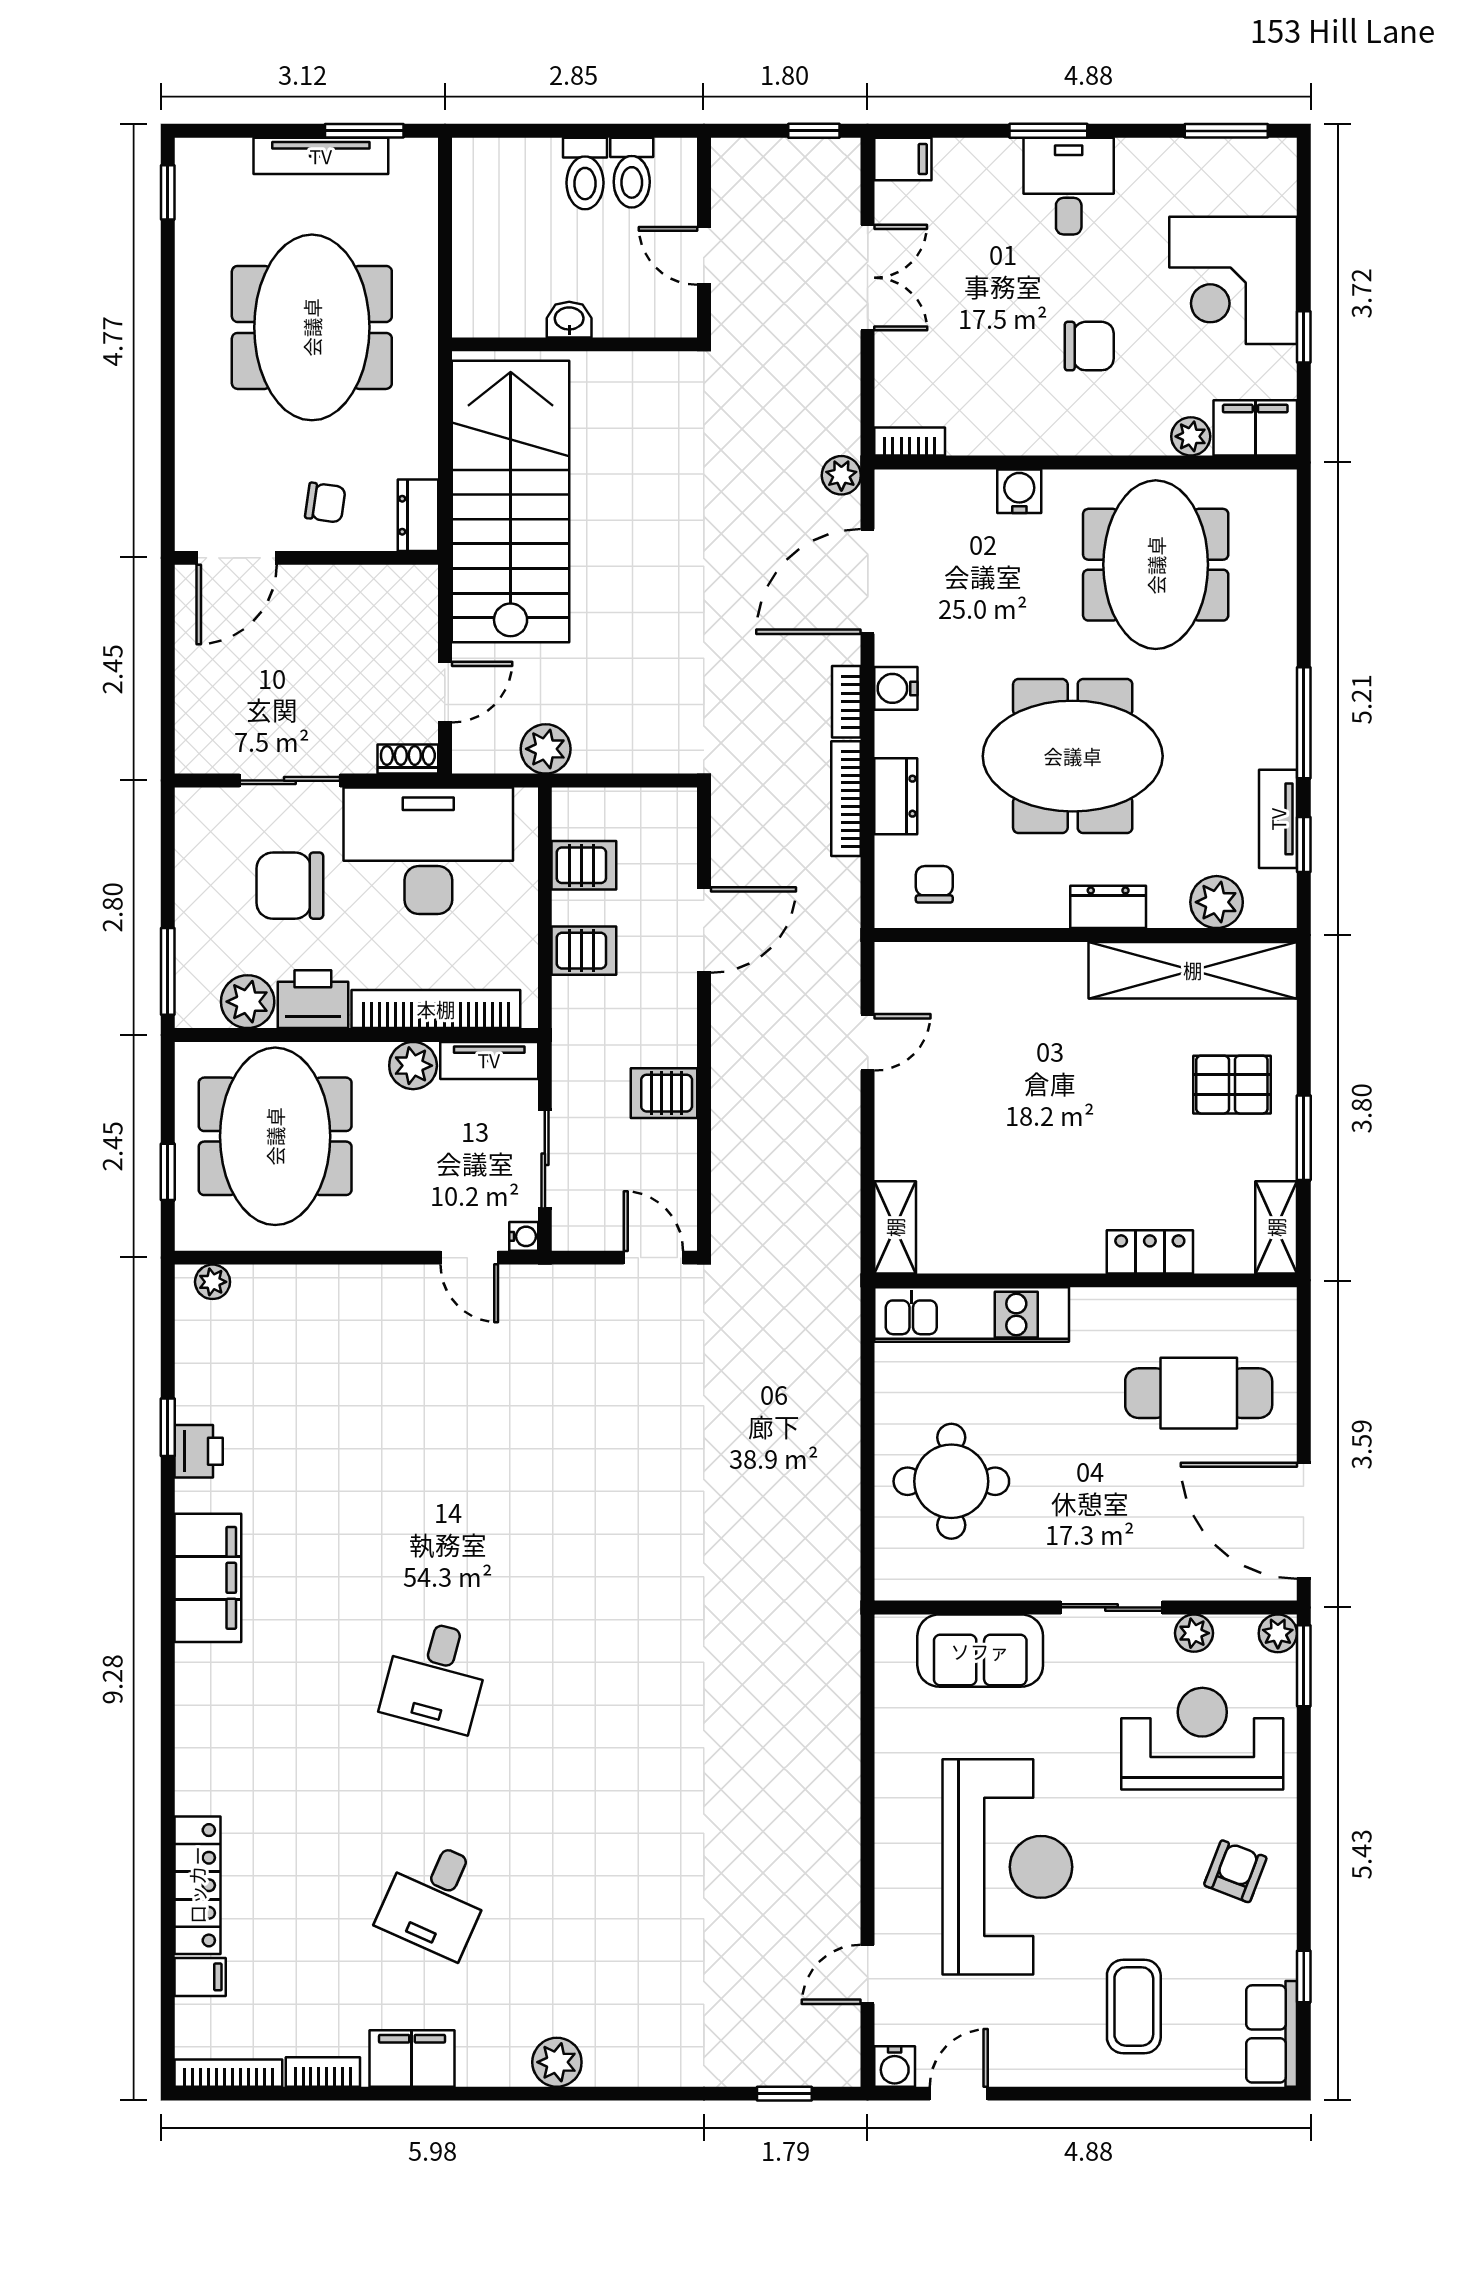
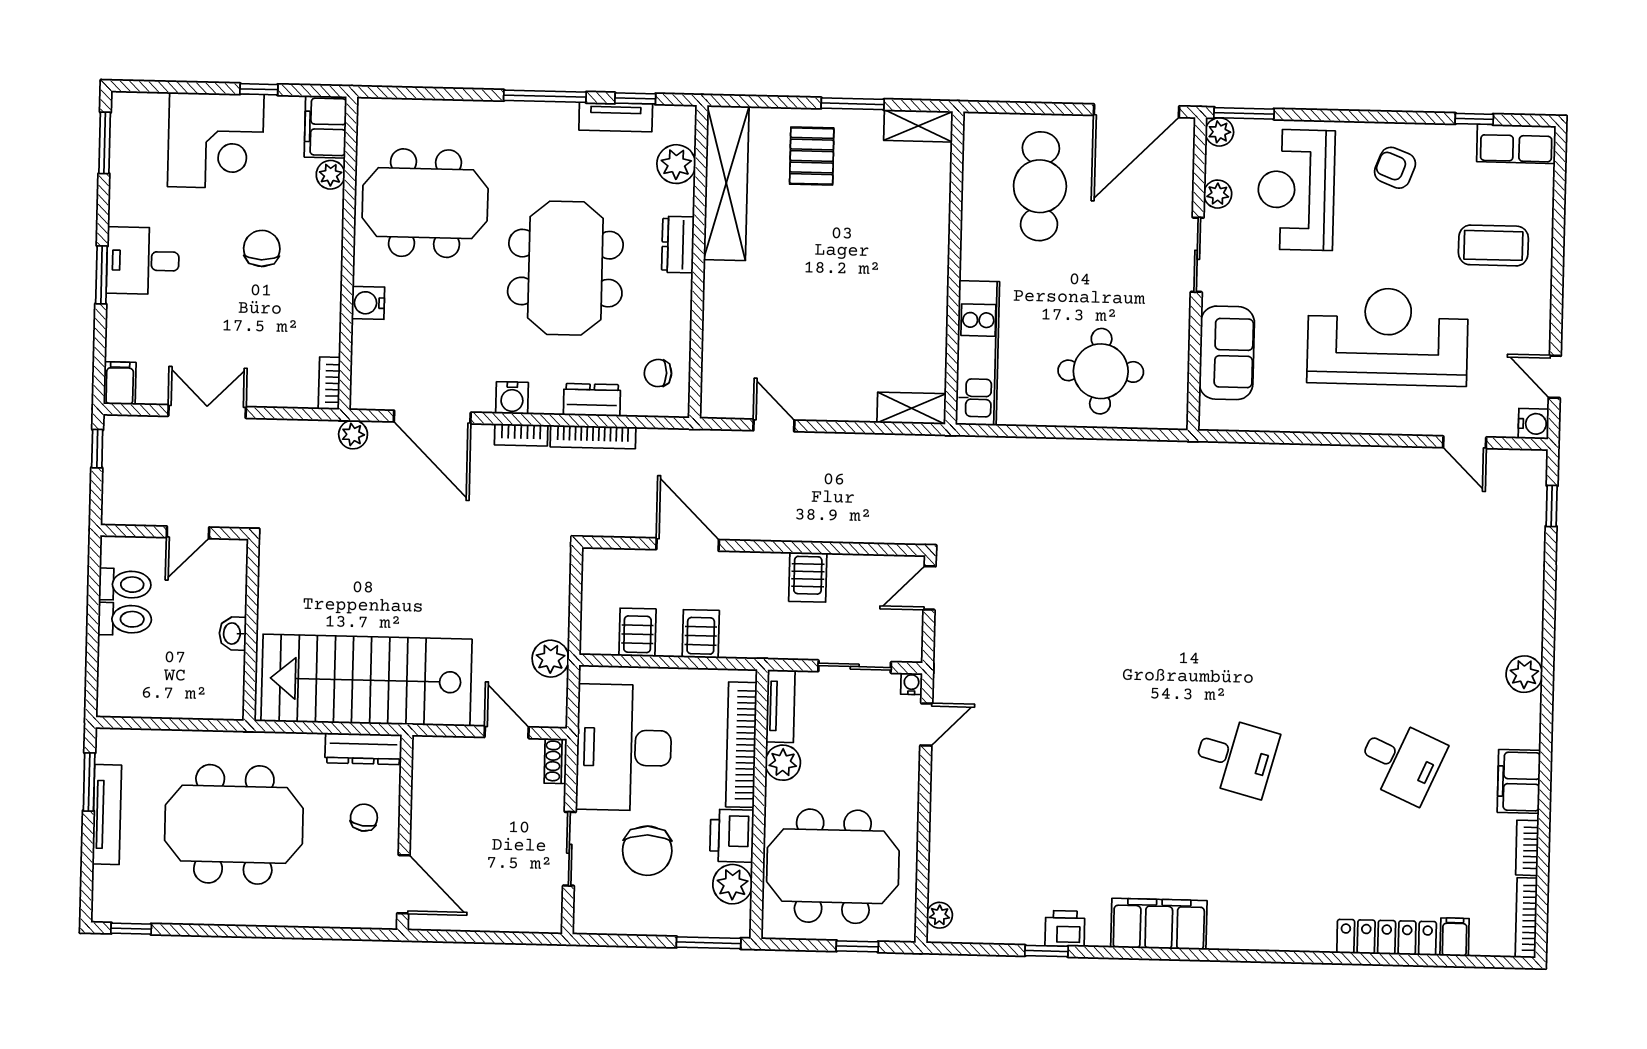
dresser: (418, 515) -> (363, 749), width x1.44
locker: (1150, 1252) -> (934, 220), removed

